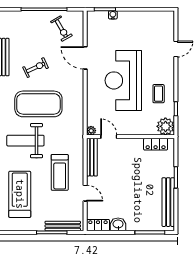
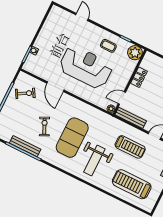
door: (85, 58) -> (55, 87), hinge flipped
reception desk: (123, 80) -> (86, 67), turned 180
locker: (156, 144) -> (139, 77), moved

